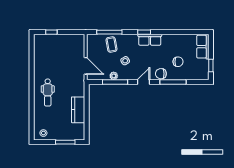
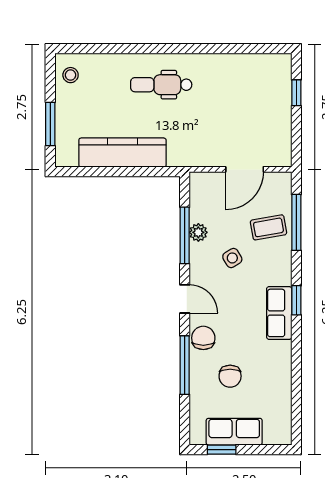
row of seats: (203, 47) -> (234, 432), moved
door: (86, 66) -> (245, 169), moved
kitchen counter: (78, 110) -> (122, 153), width x1.50

